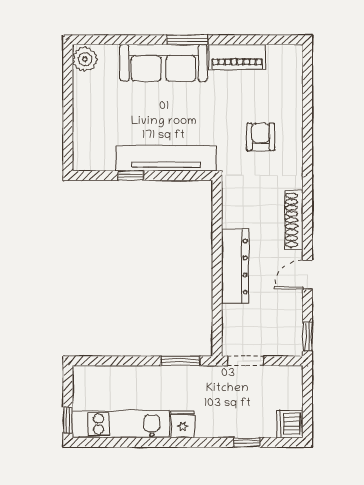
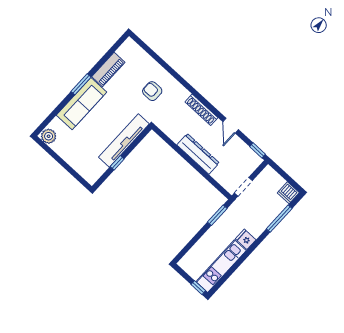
window: (247, 442) -> (279, 219), width x2.17

